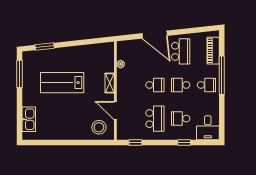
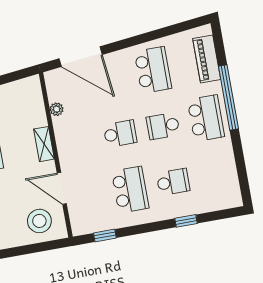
door: (155, 35) -> (81, 57), moved
school desk: (206, 85) -> (206, 118), width x1.85
school desk: (181, 119) -> (173, 182), turned 180
desk: (208, 128) -> (221, 189), removed

